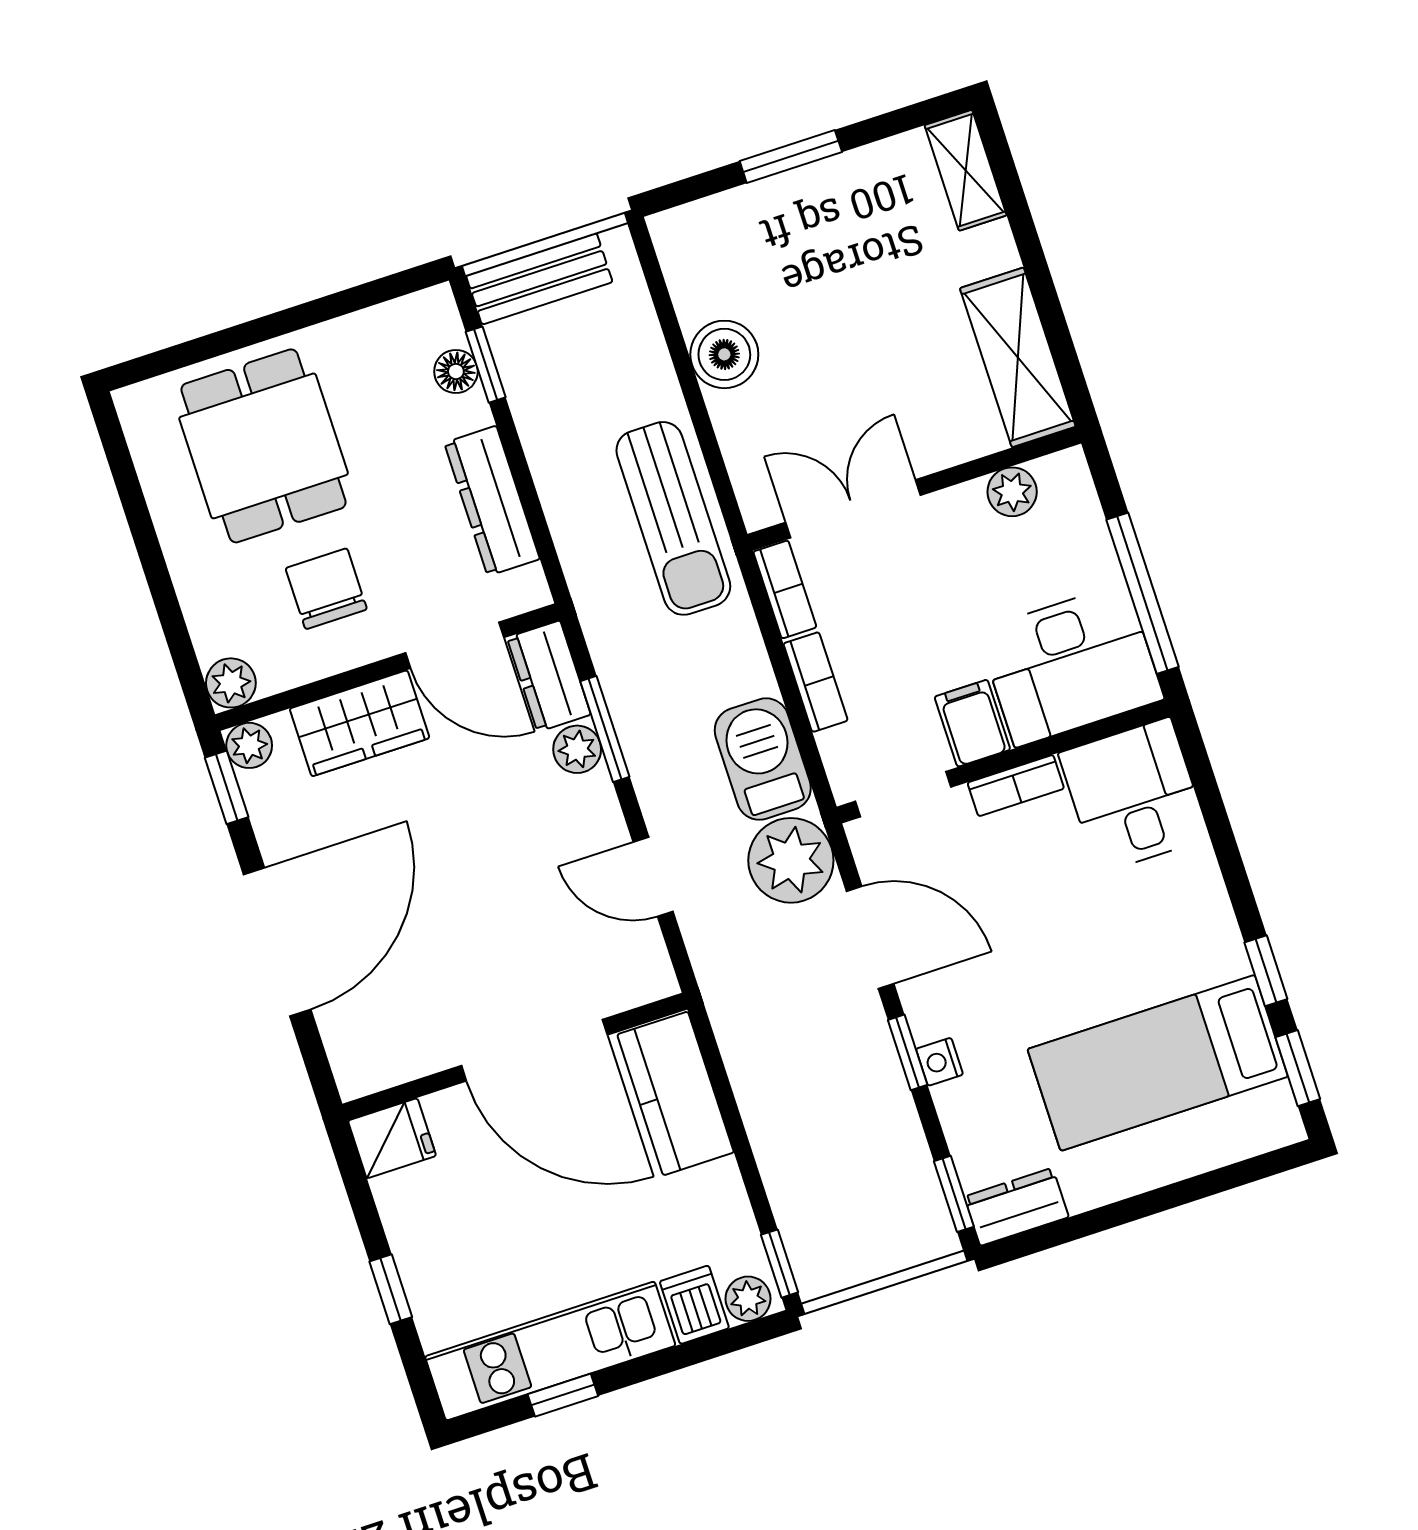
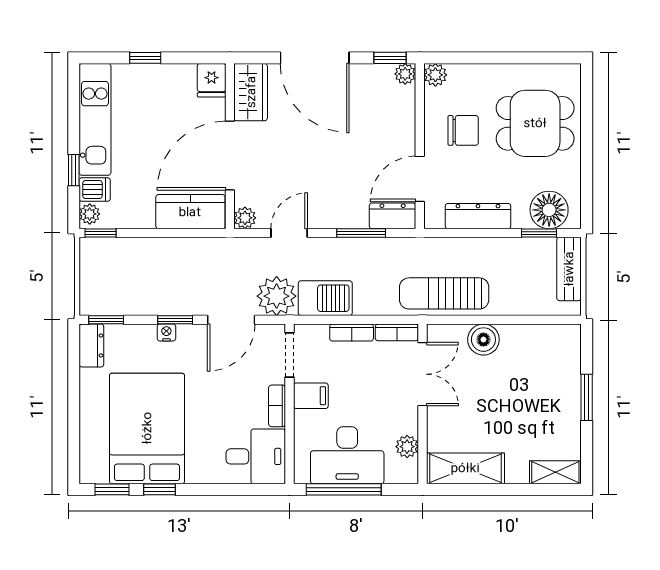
boiler: (724, 354) -> (483, 340), moved
floor lamp: (456, 371) -> (549, 210), width x1.89, depth x1.89
desk: (1071, 665) -> (347, 455), moved, turned -90
wardrobe: (360, 723) -> (251, 92), moved, turned 180
plant: (577, 749) -> (245, 218), moved
bed: (1158, 1063) -> (147, 428), width x1.50
window: (563, 1395) -> (74, 170), moved

